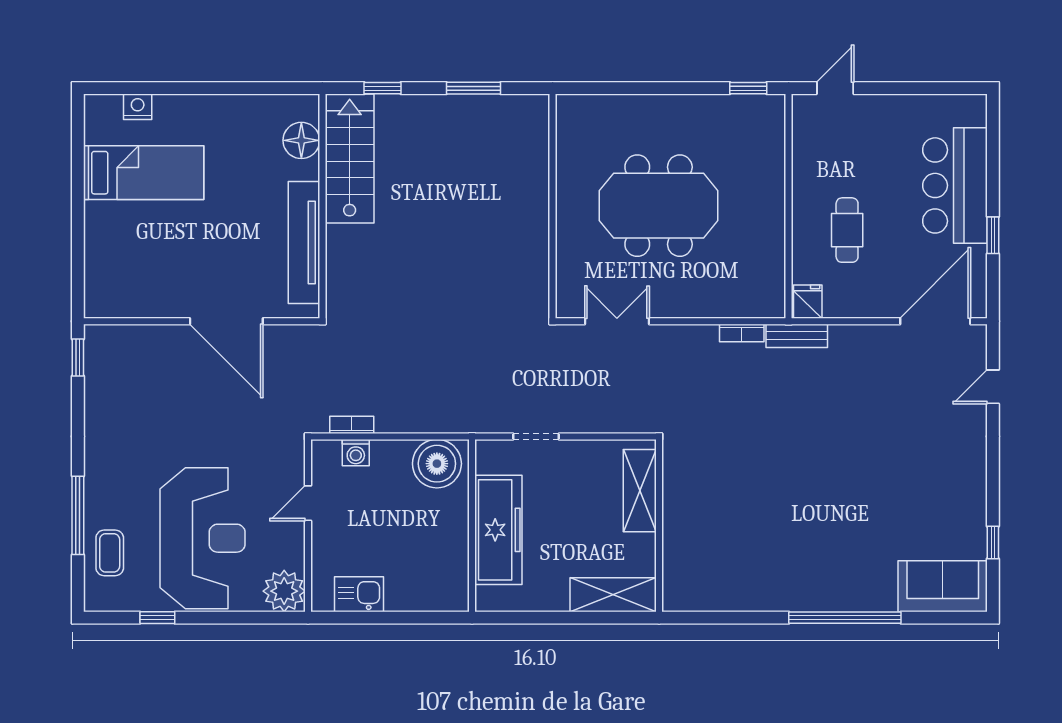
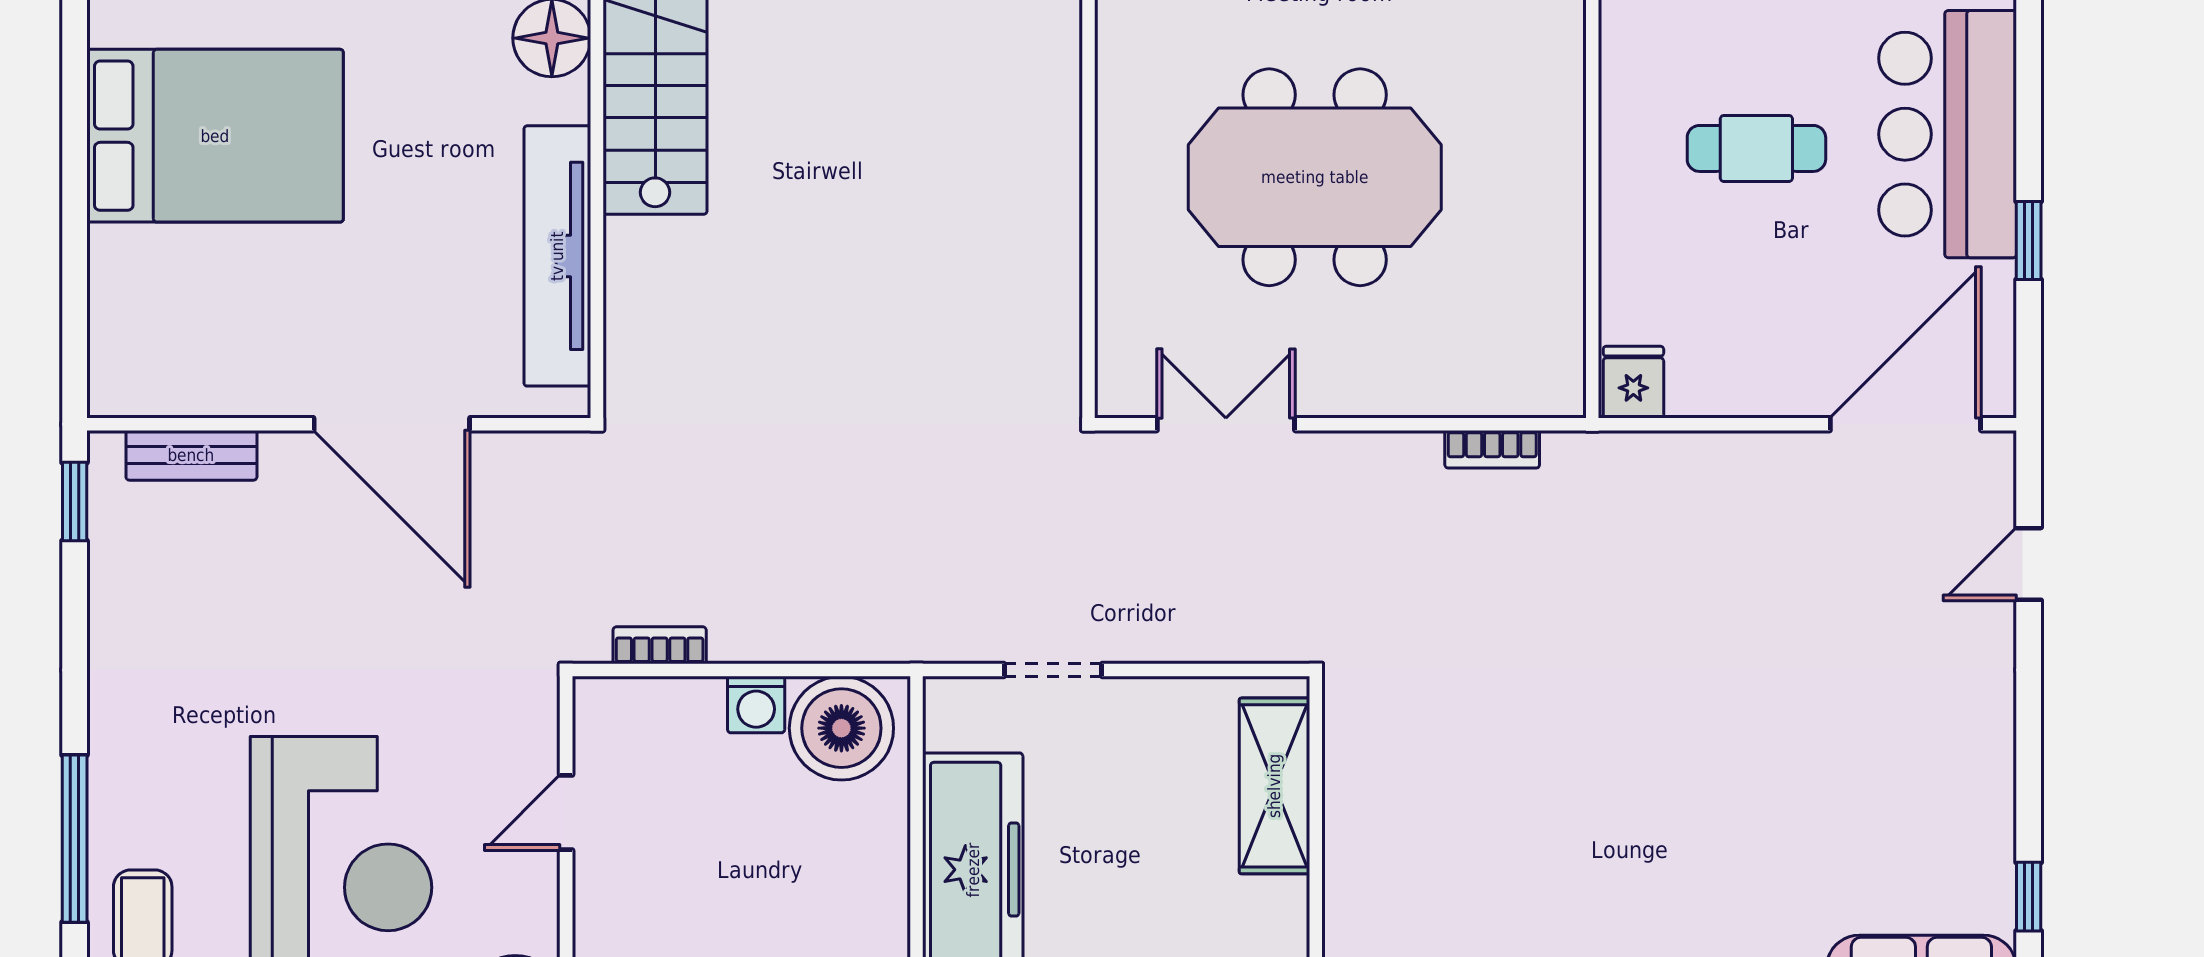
bed: (144, 173) -> (215, 136), width x1.50
cafe table: (847, 230) -> (1756, 148), moved, turned 90
bench: (797, 336) -> (191, 455), moved
washing machine: (356, 453) -> (756, 705), moved

